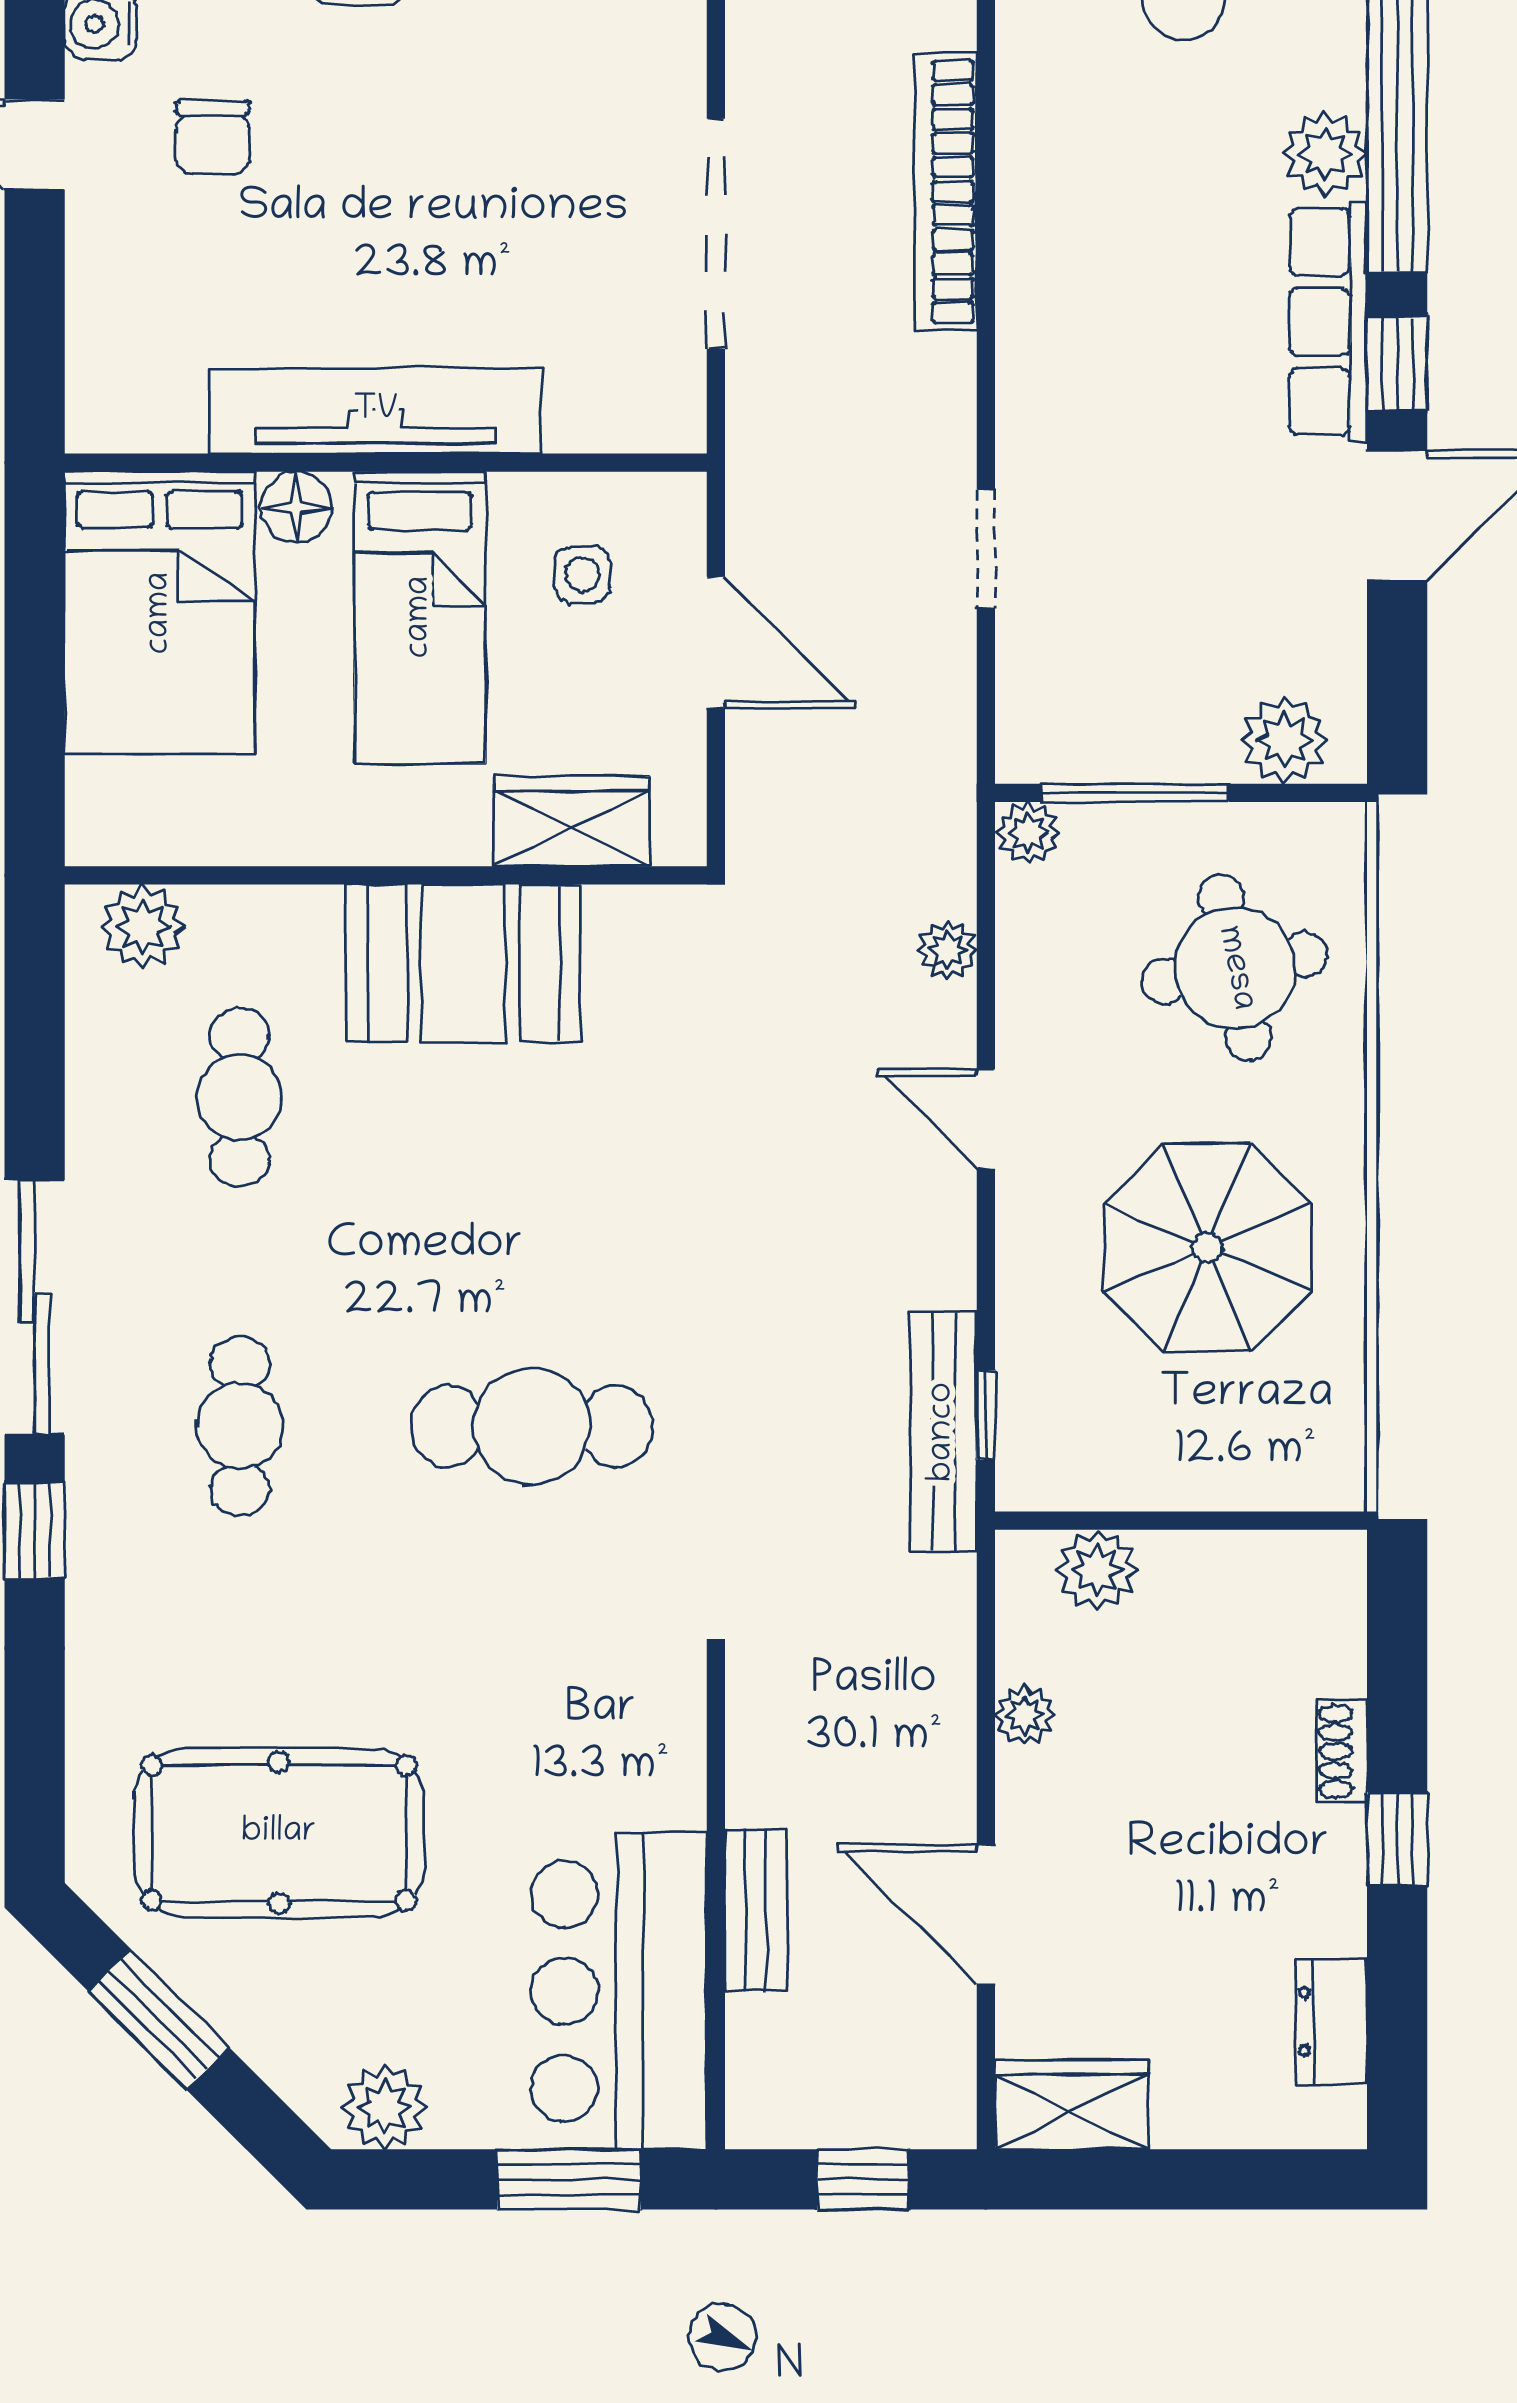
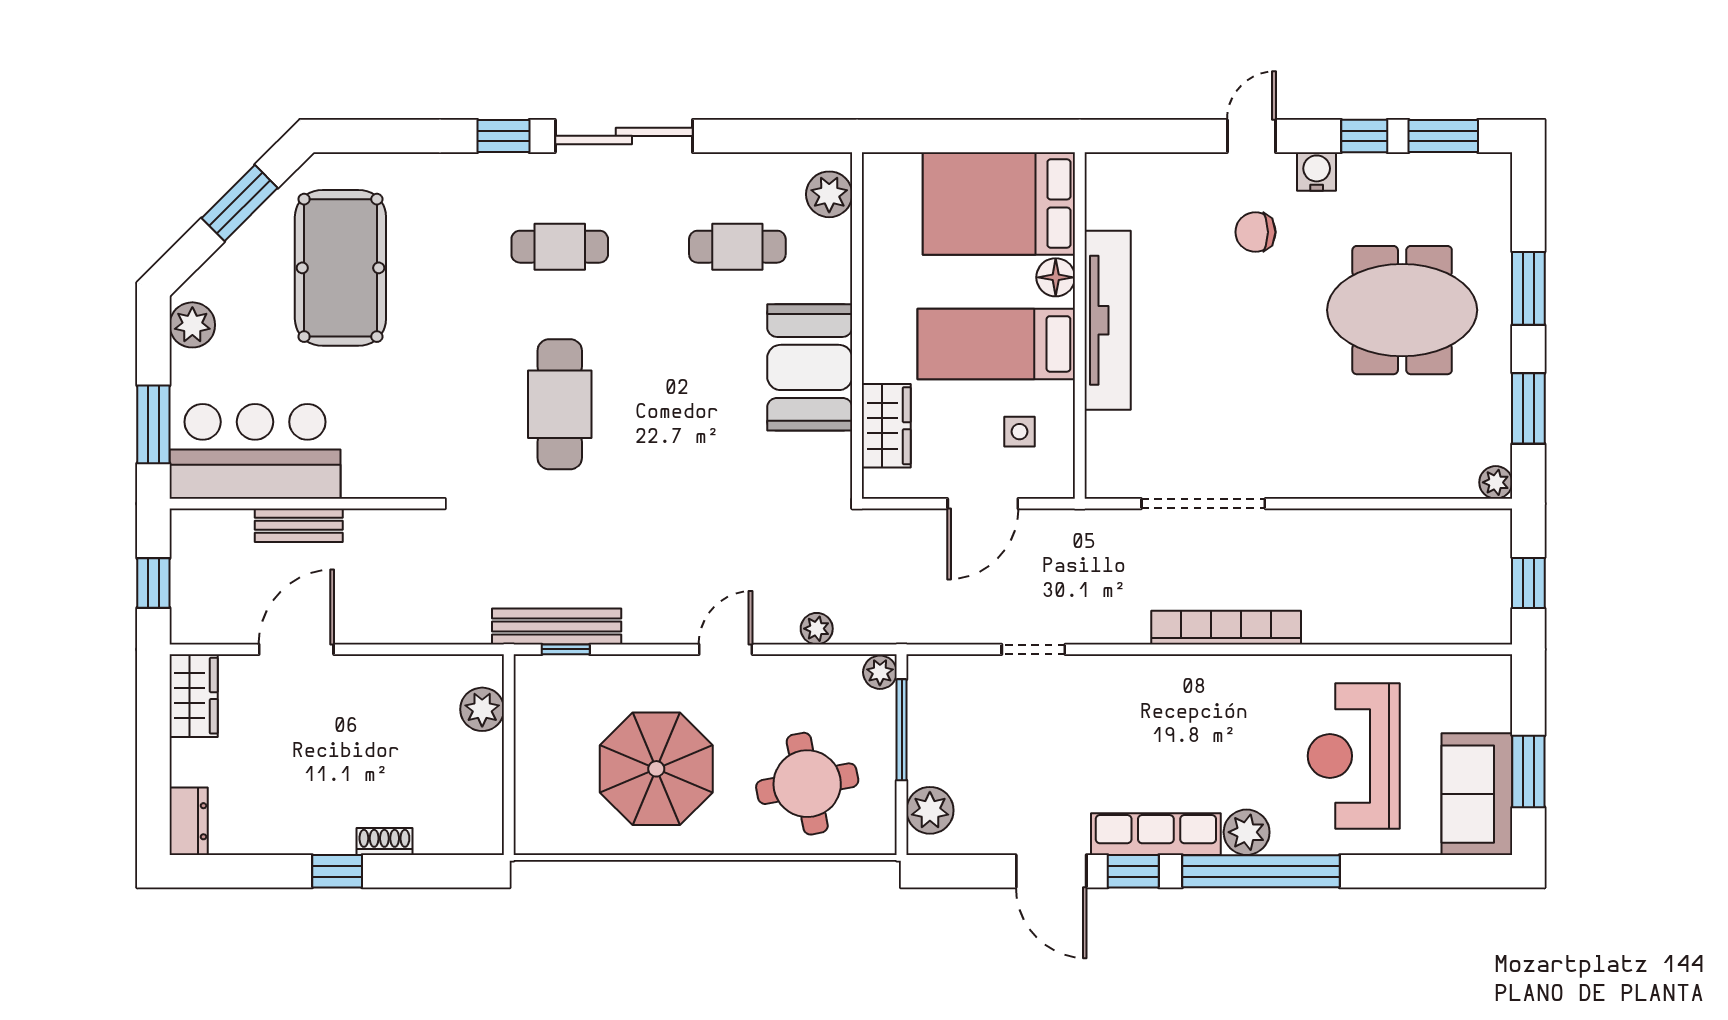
plant: (1025, 1715) -> (404, 670), removed
dresser: (1332, 2022) -> (189, 821), moved, turned 90

